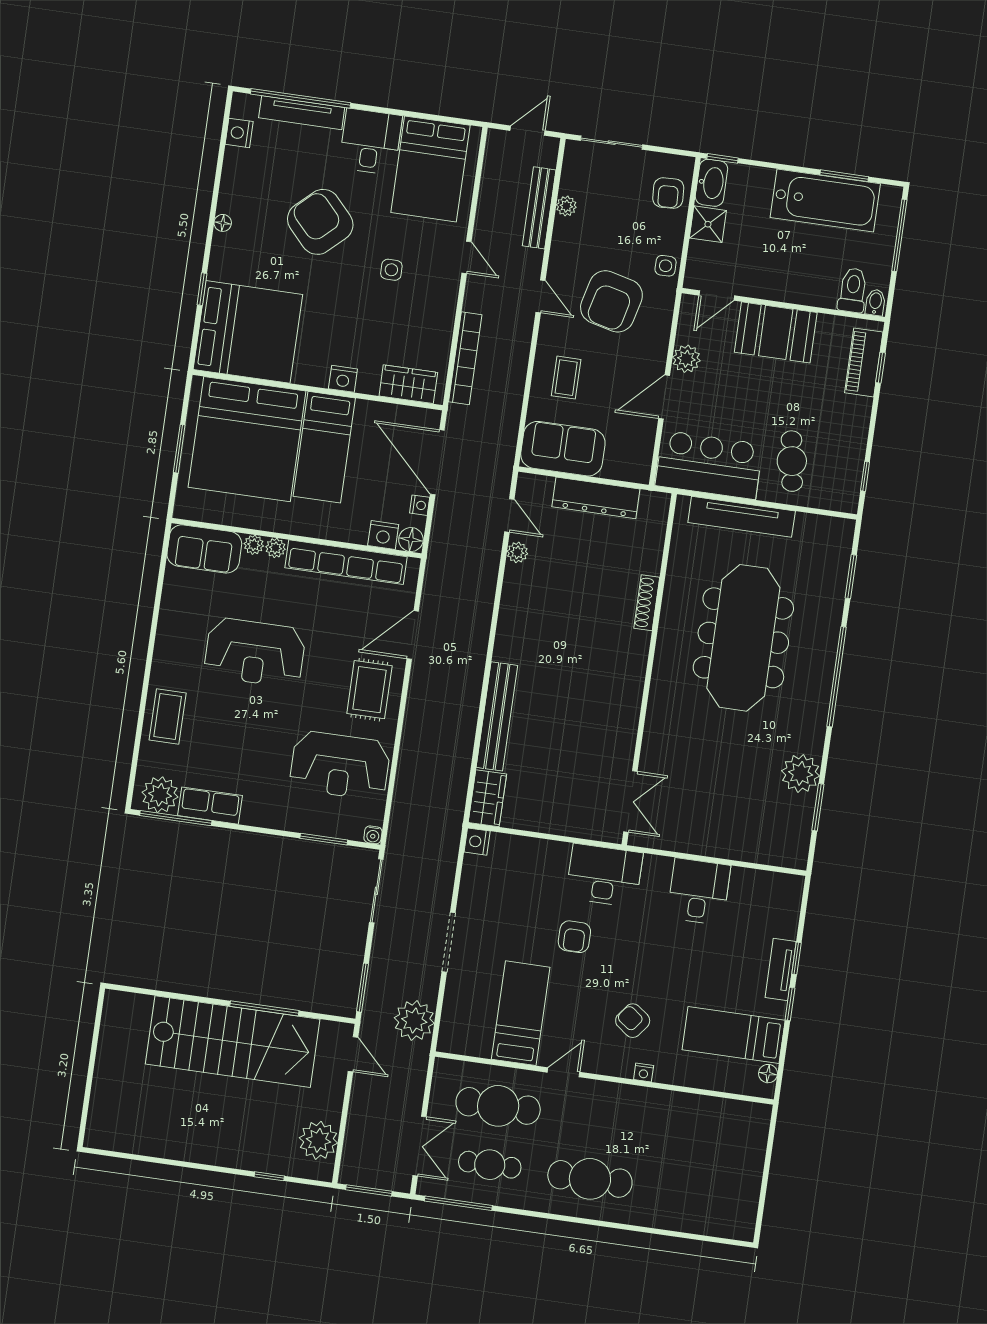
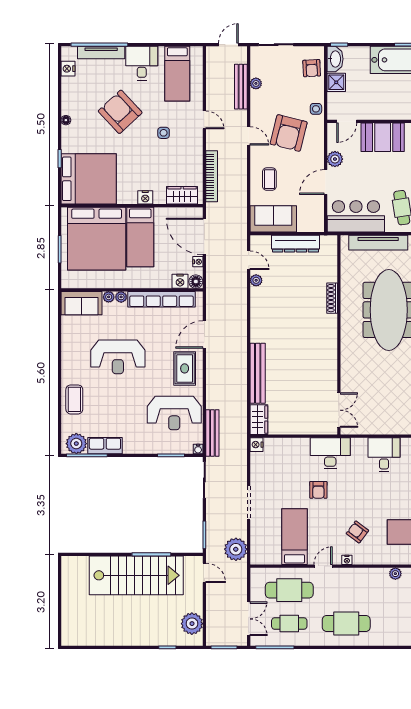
bed: (430, 169) -> (177, 74), width x0.67
bench: (402, 810) -> (212, 433), added
nightstand: (644, 1072) -> (347, 560), moved
plant: (689, 1103) -> (395, 574), added

